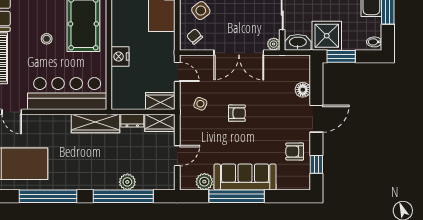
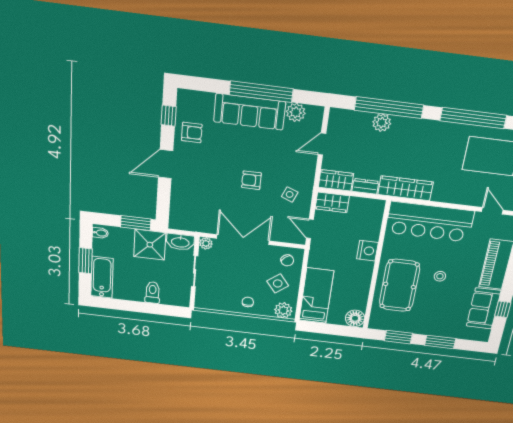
floor lamp: (303, 90) -> (178, 195), removed

